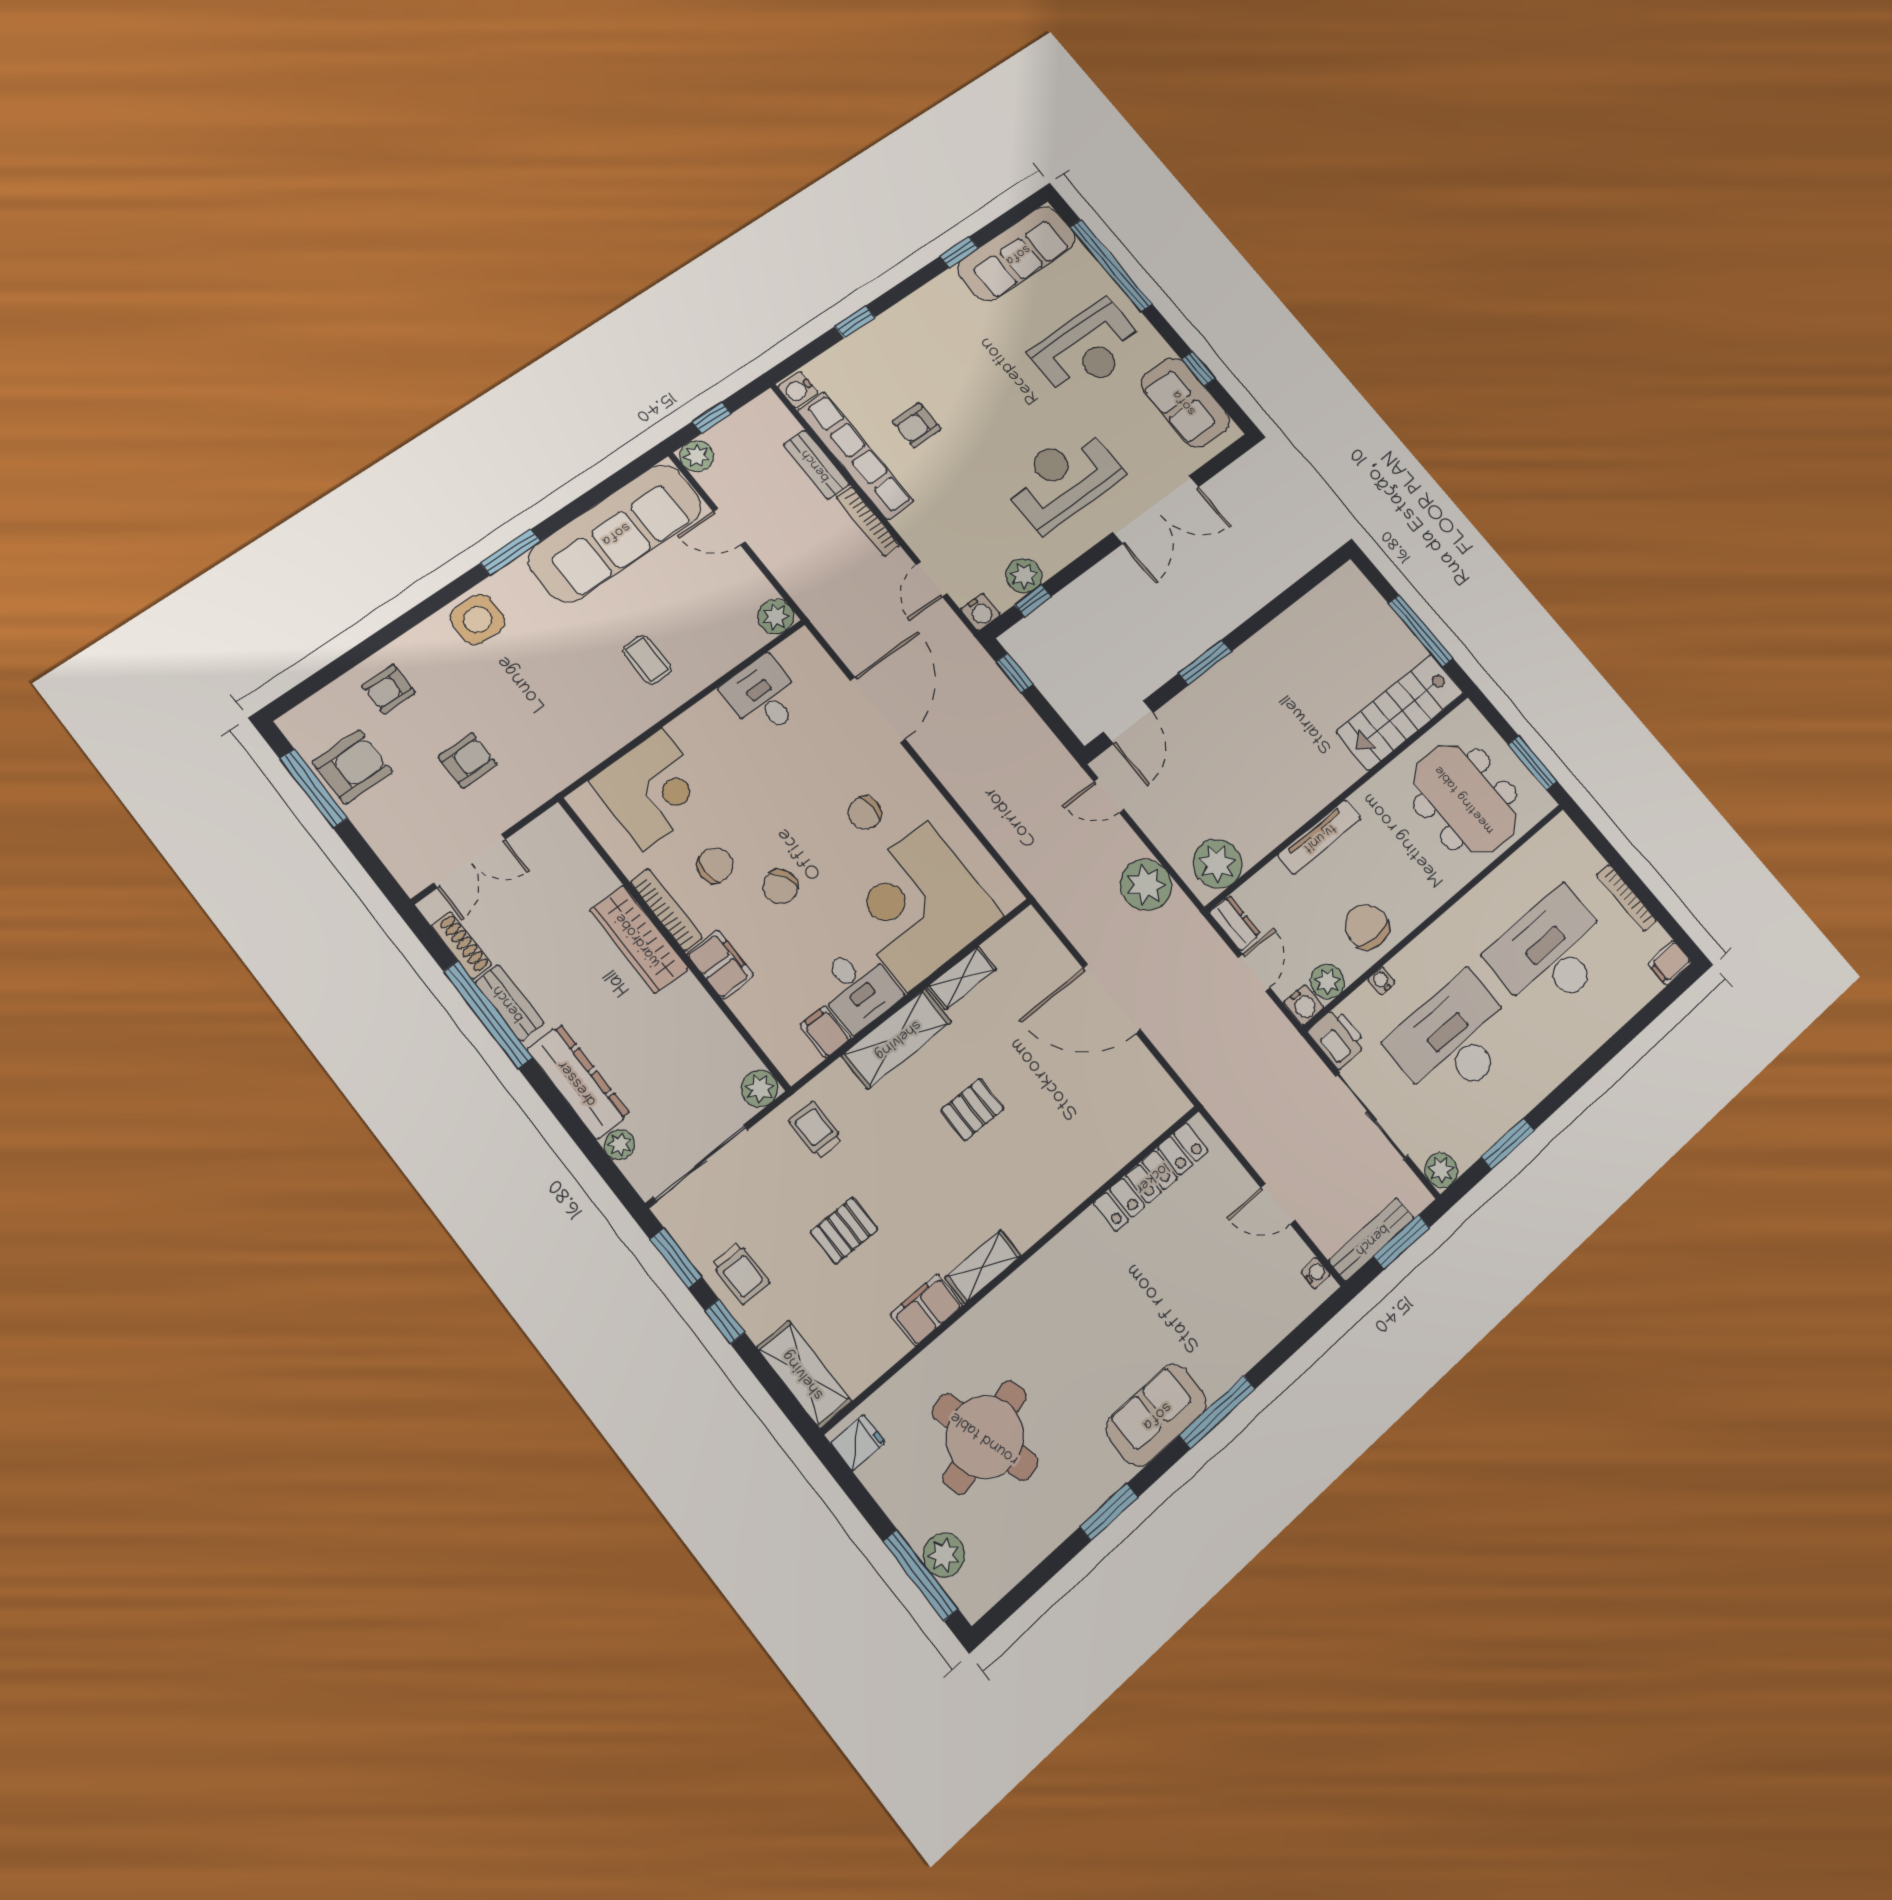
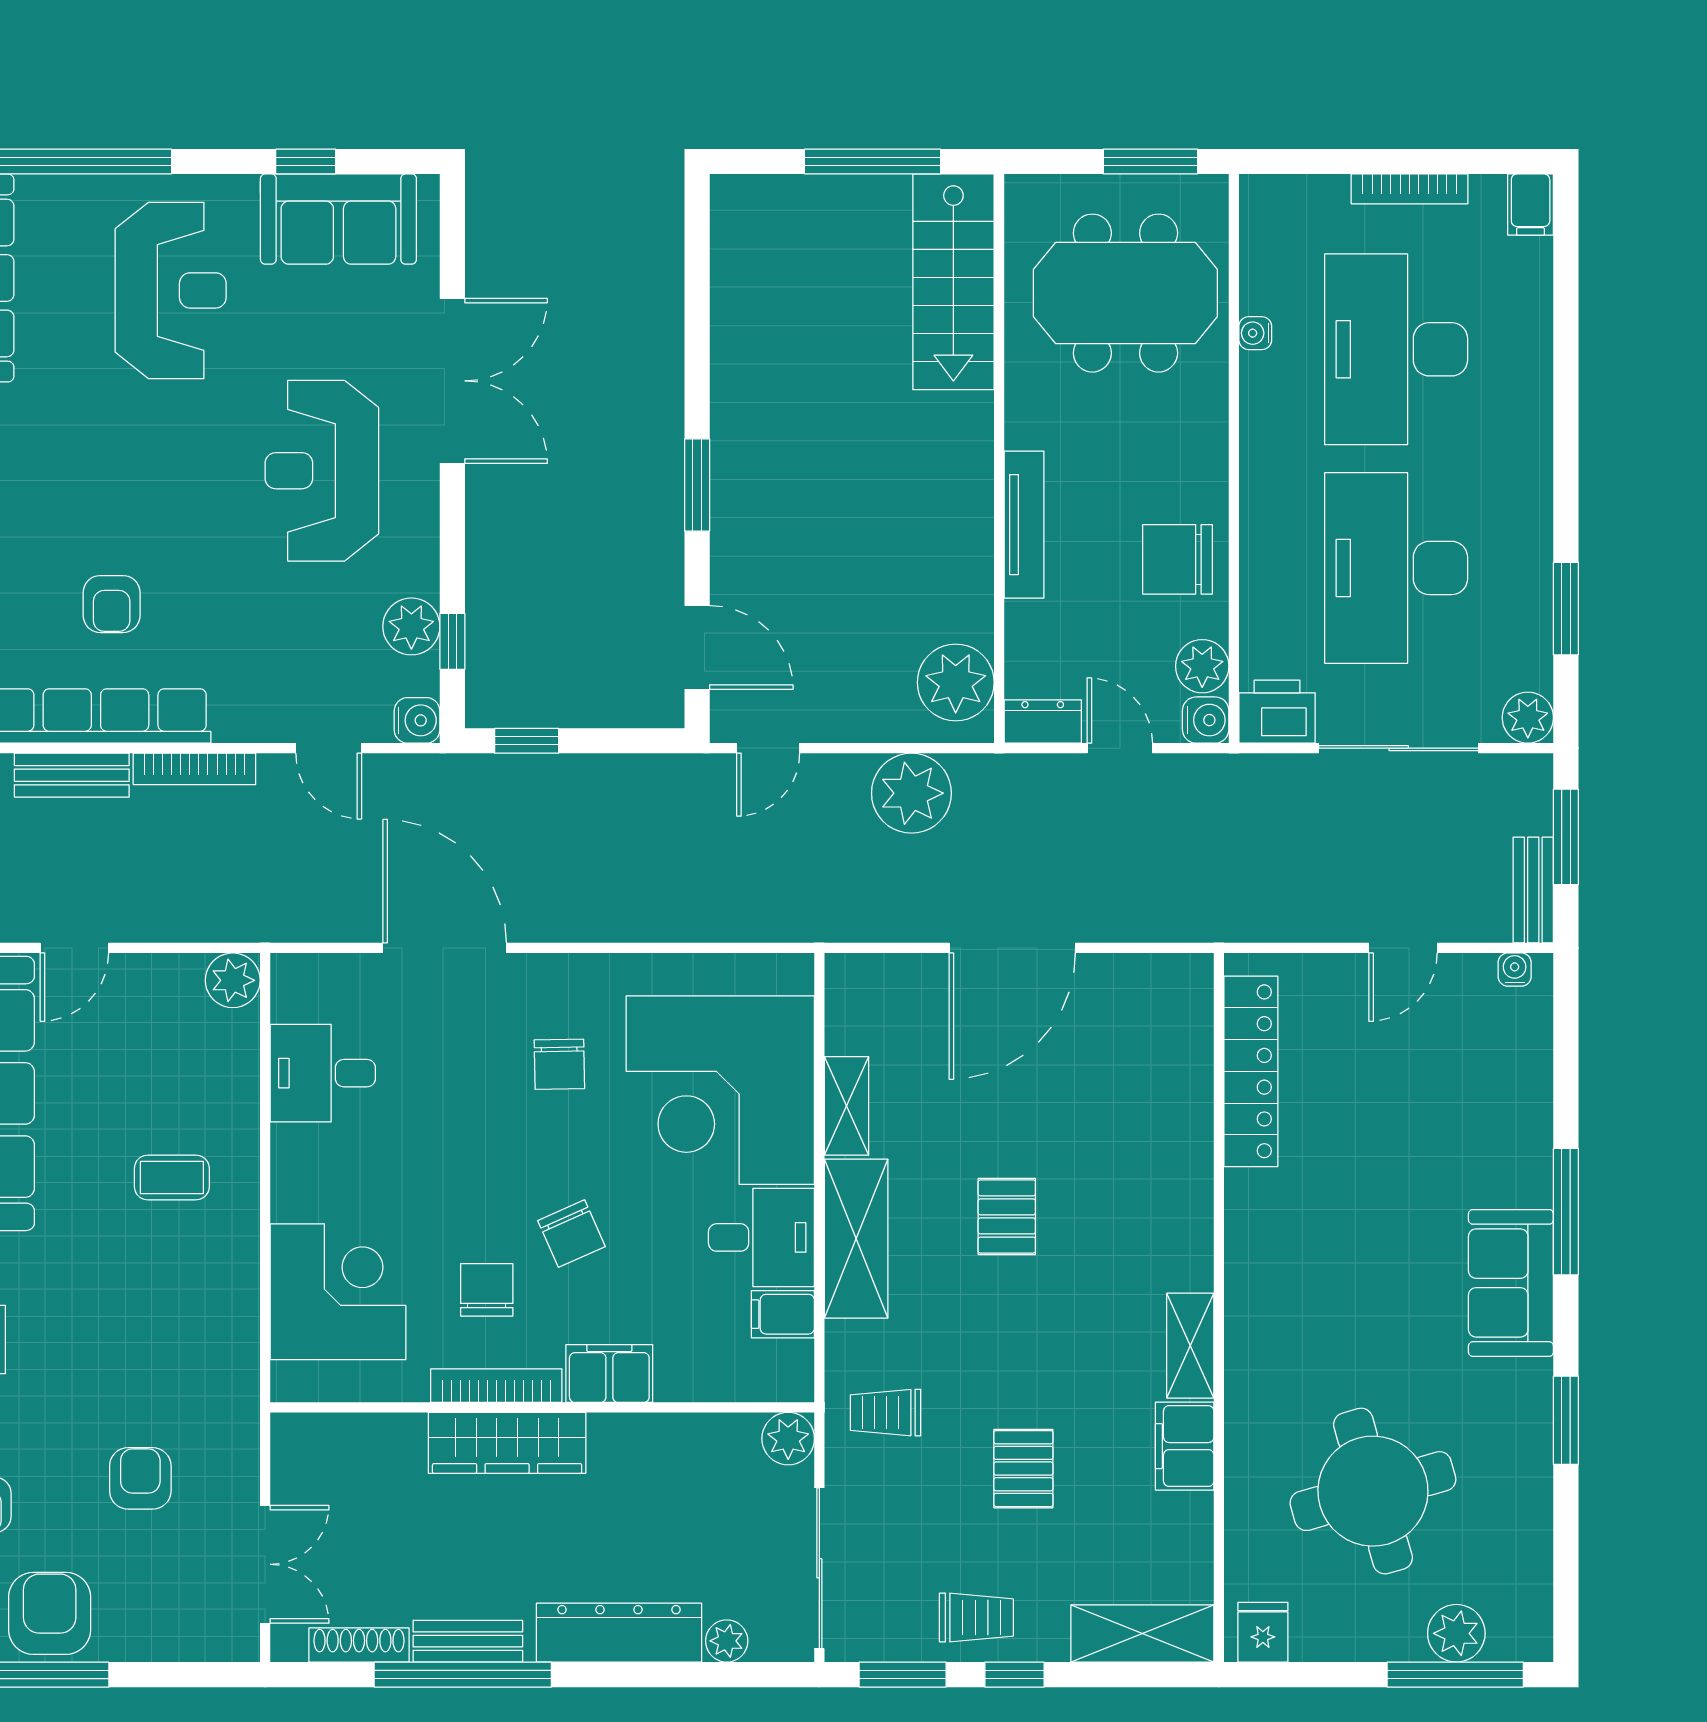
water cooler: (1382, 981) -> (1255, 333), moved
bench: (1371, 1239) -> (1533, 890), width x0.73

